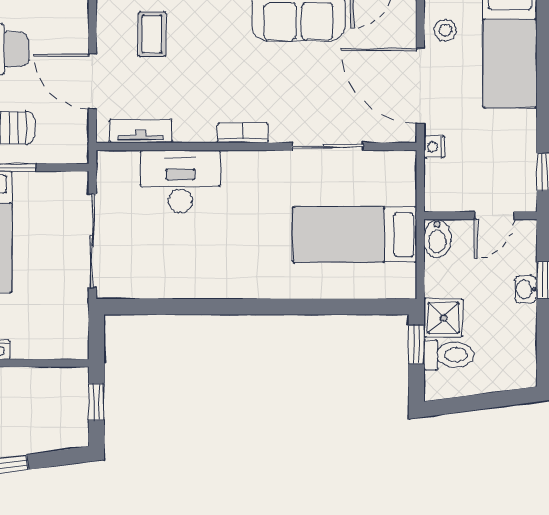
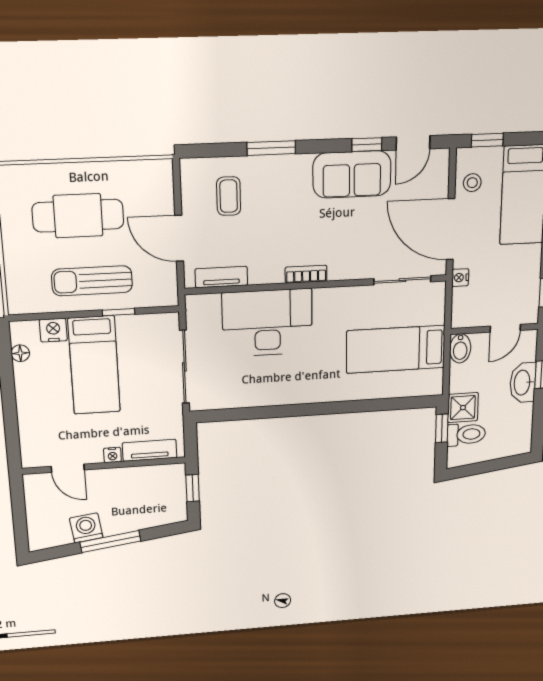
sliding door: (328, 146) -> (402, 280), moved
desk: (180, 181) -> (267, 323), width x1.36, depth x1.30
washbasin: (526, 289) -> (523, 383), width x1.91, depth x1.45
tv unit: (45, 347) -> (150, 450), added

